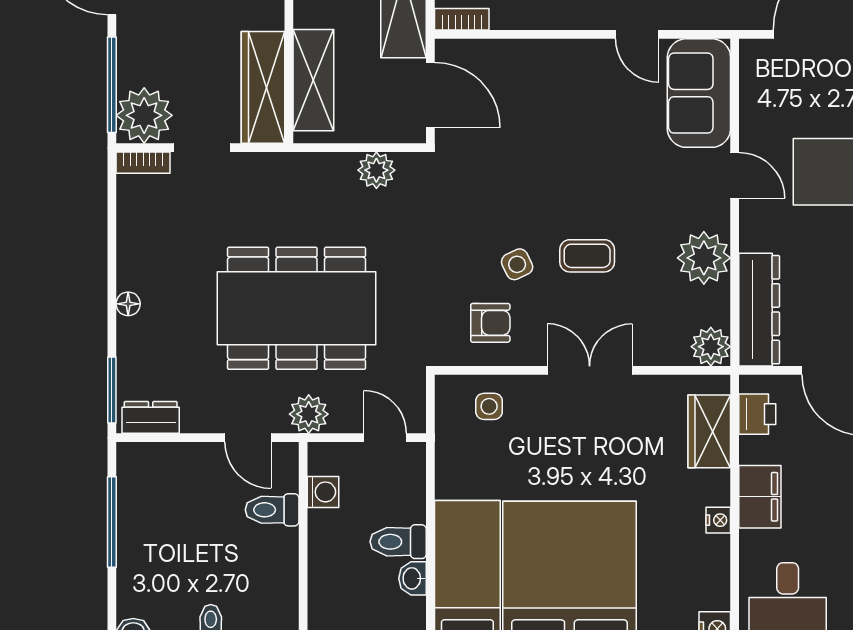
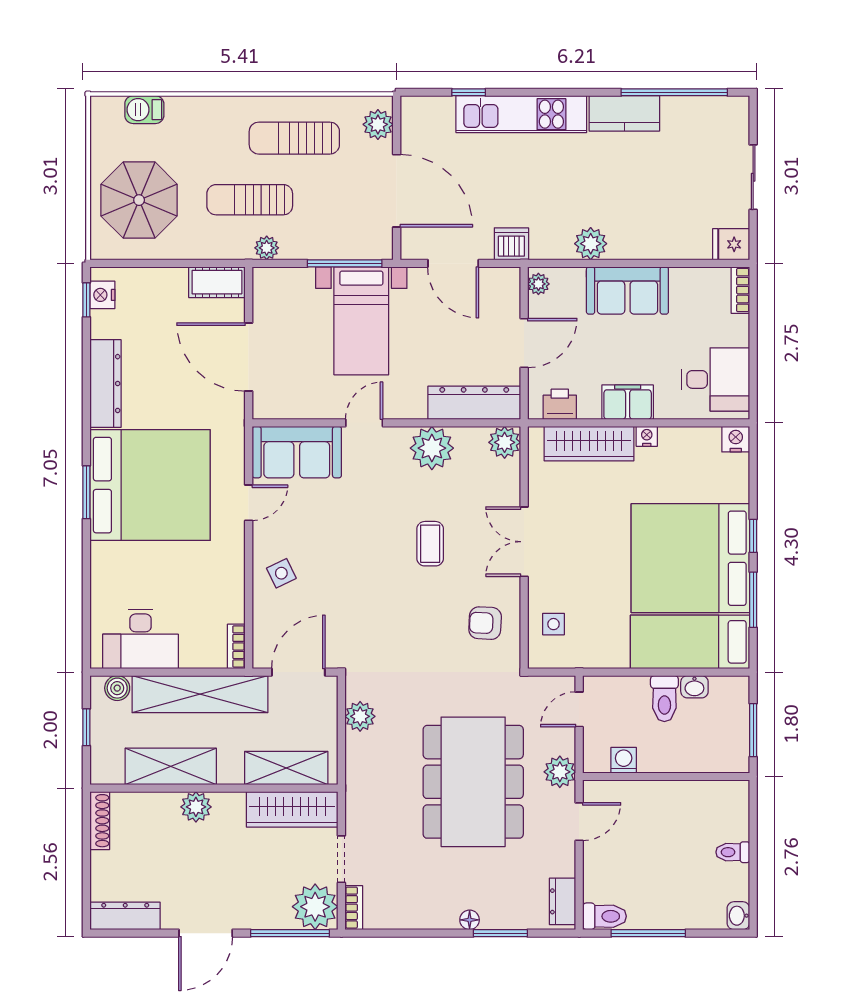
side table: (517, 264) -> (281, 573), moved
armchair: (490, 323) -> (485, 623), turned -87
window: (112, 390) -> (500, 933), moved
wardrobe: (709, 431) -> (589, 444), width x1.50
toilet: (272, 510) -> (605, 916), moved, turned -90

